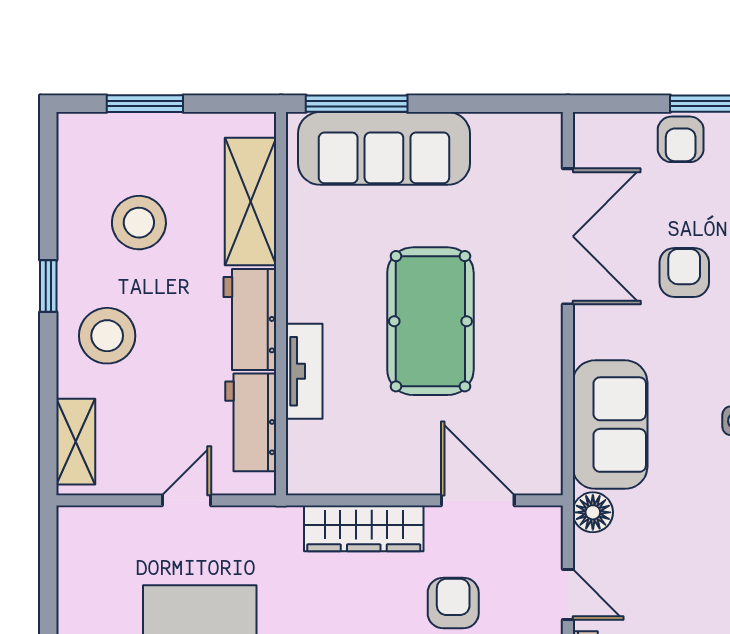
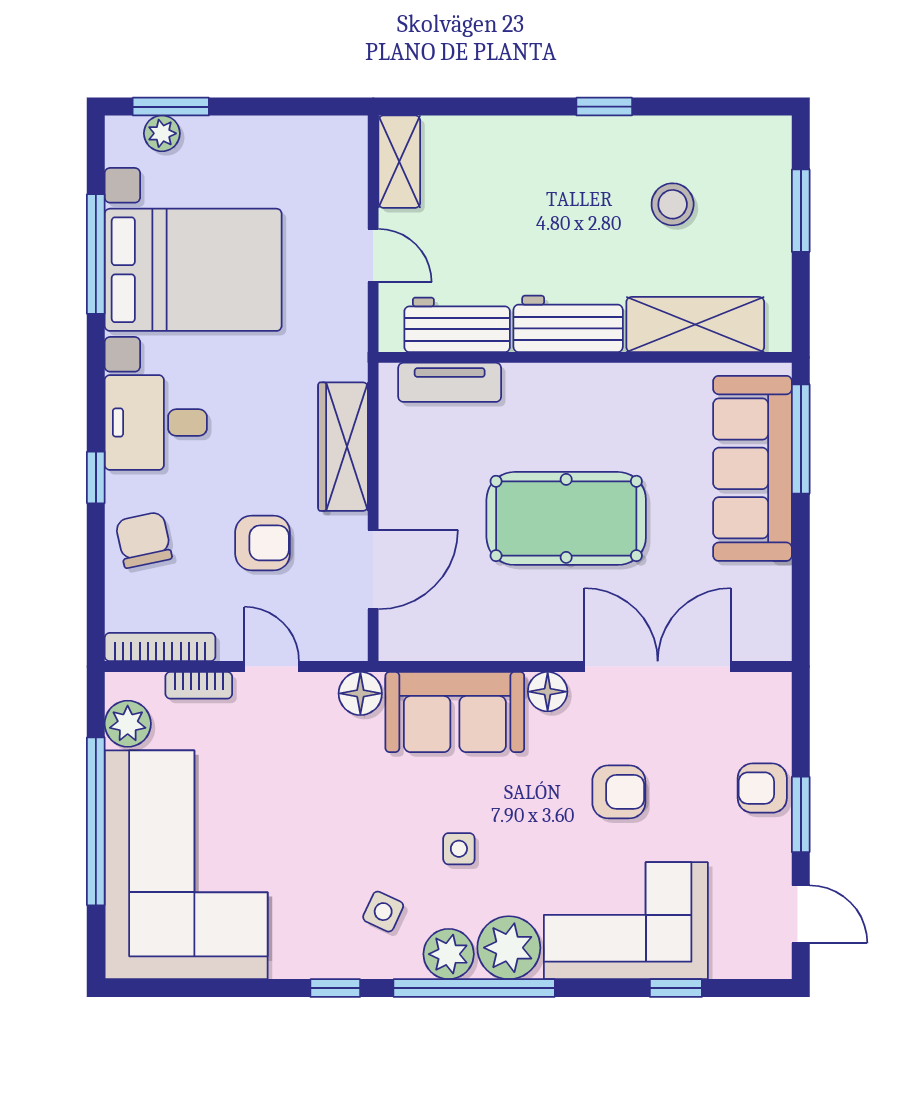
stool: (139, 223) -> (673, 204), width x0.73, depth x0.73
double door: (568, 236) -> (658, 667), swing flipped
stool: (107, 336) -> (551, 170), removed
floor lamp: (591, 339) -> (548, 692), added
tv unit: (304, 371) -> (450, 382), moved
shelving: (76, 442) -> (399, 162), moved, turned 90
door: (568, 595) -> (272, 667), swing flipped

